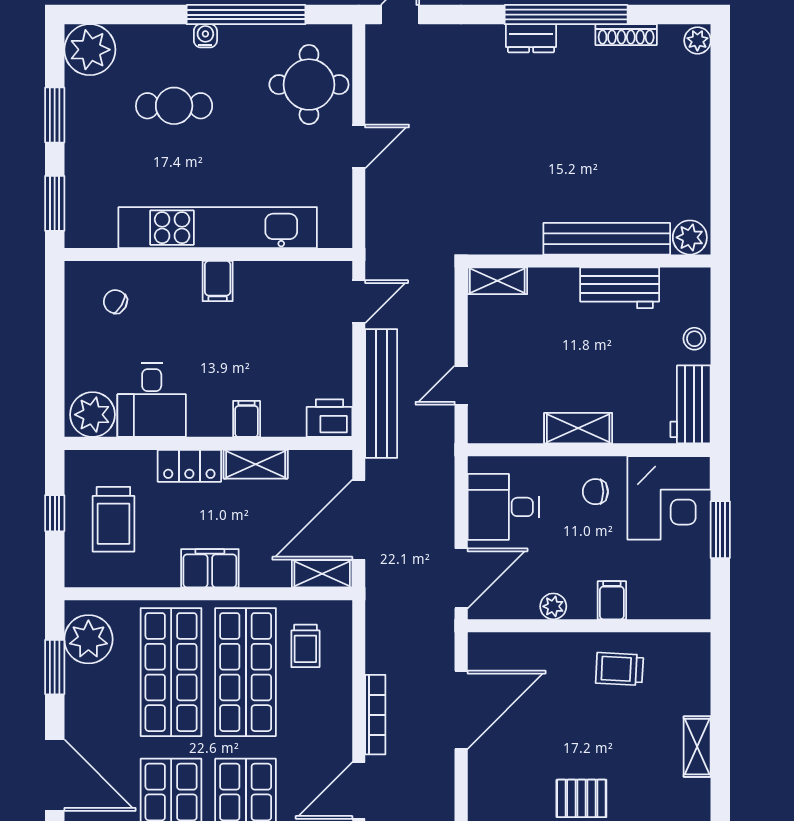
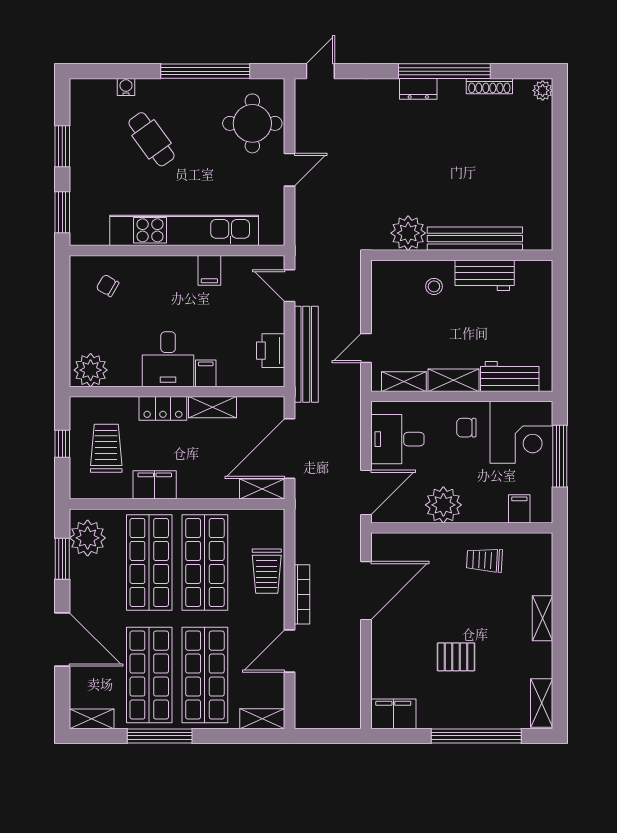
water cooler: (205, 36) -> (126, 87), moved
plant: (90, 50) -> (89, 97), removed
cafe table: (174, 106) -> (151, 139), turned 54
plant: (690, 237) -> (408, 233), moved, width x1.36, depth x1.36
filing cabinet: (218, 281) -> (209, 270), moved
shelving: (497, 281) -> (404, 382), moved
door: (359, 302) -> (289, 286), swing flipped
stool: (694, 339) -> (434, 286), moved
desk: (152, 400) -> (168, 359), moved
workbench: (691, 404) -> (510, 377), moved, turned 90
printer: (330, 418) -> (271, 351), moved, turned -90
trolley: (113, 519) -> (106, 448), turned 180
window: (720, 530) -> (560, 456), width x1.44
filing cabinet: (210, 568) -> (155, 485), moved
filing cabinet: (612, 600) -> (519, 509), moved
plant: (553, 606) -> (443, 505), width x1.87, depth x1.87
trolley: (305, 646) -> (267, 571), moved, width x1.36, depth x1.39

